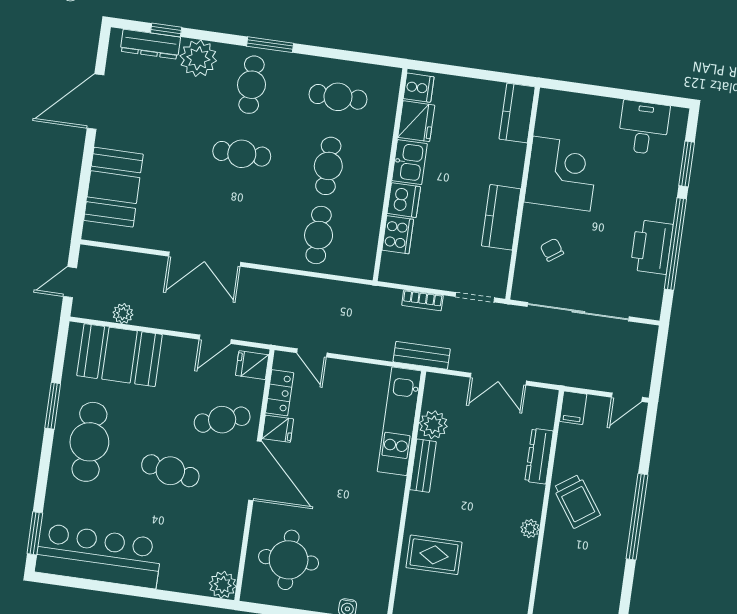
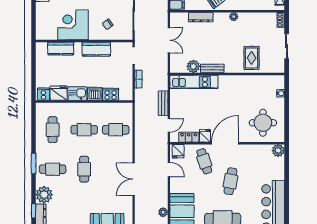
kitchen counter: (517, 113) -> (61, 49), moved
double door: (205, 259) -> (134, 179), swing flipped
bench: (422, 355) -> (163, 103), moved

